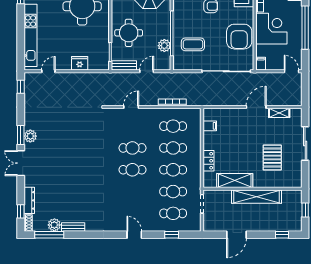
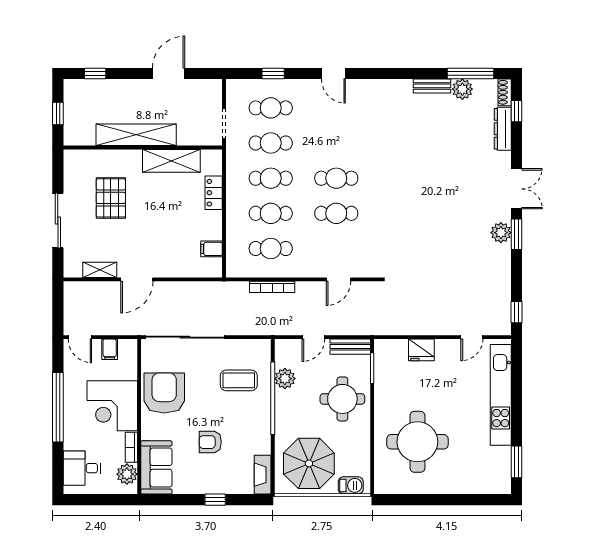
filing cabinet: (261, 64) -> (110, 349), moved

